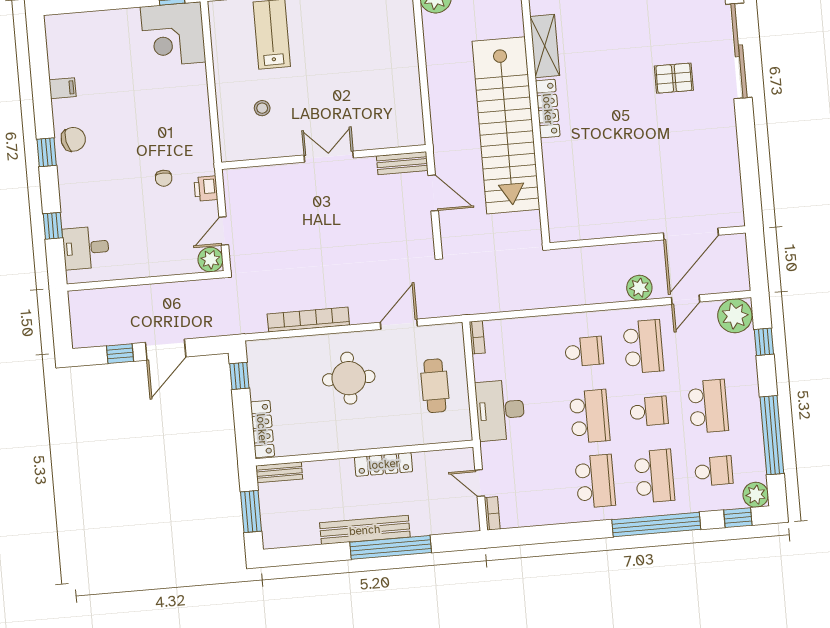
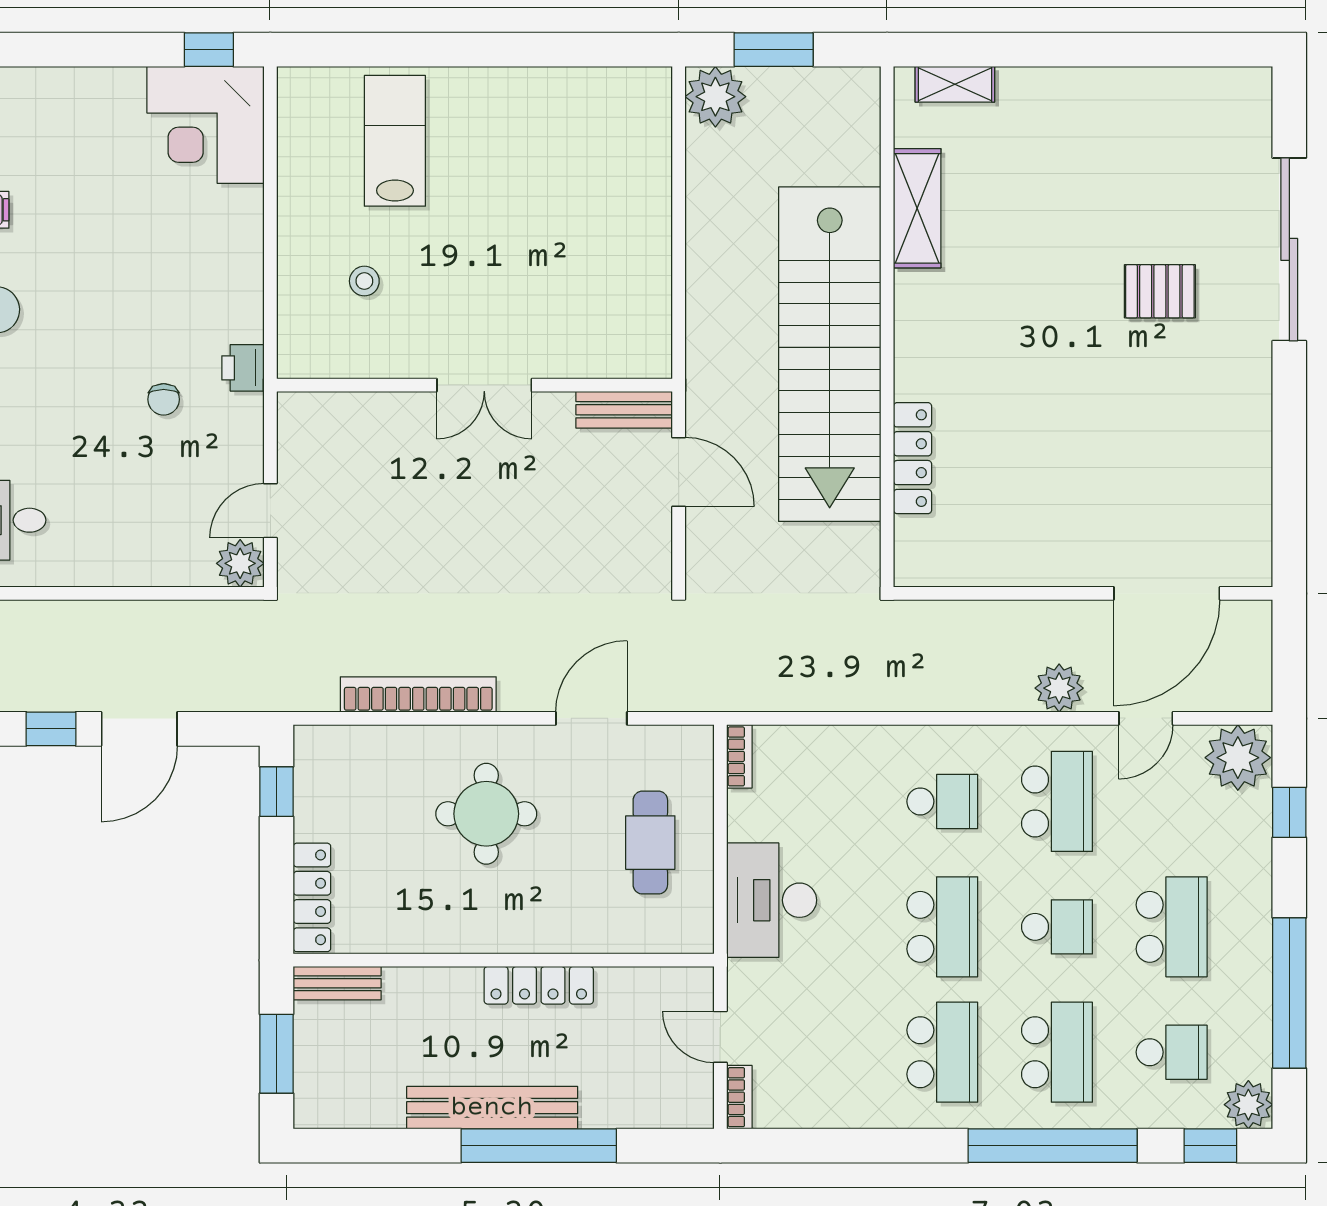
locker: (548, 109) -> (912, 458), moved
double door: (329, 157) -> (484, 385), swing flipped
printer: (206, 189) -> (243, 368), moved

